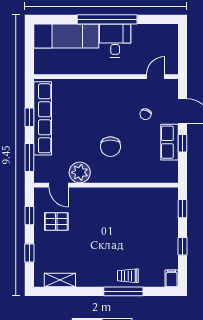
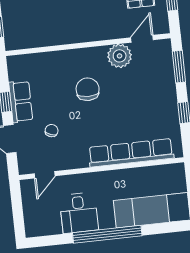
desk: (115, 40) -> (79, 213), moved
row of seats: (43, 118) -> (131, 153), moved, turned 90
door: (59, 185) -> (142, 39), hinge flipped

